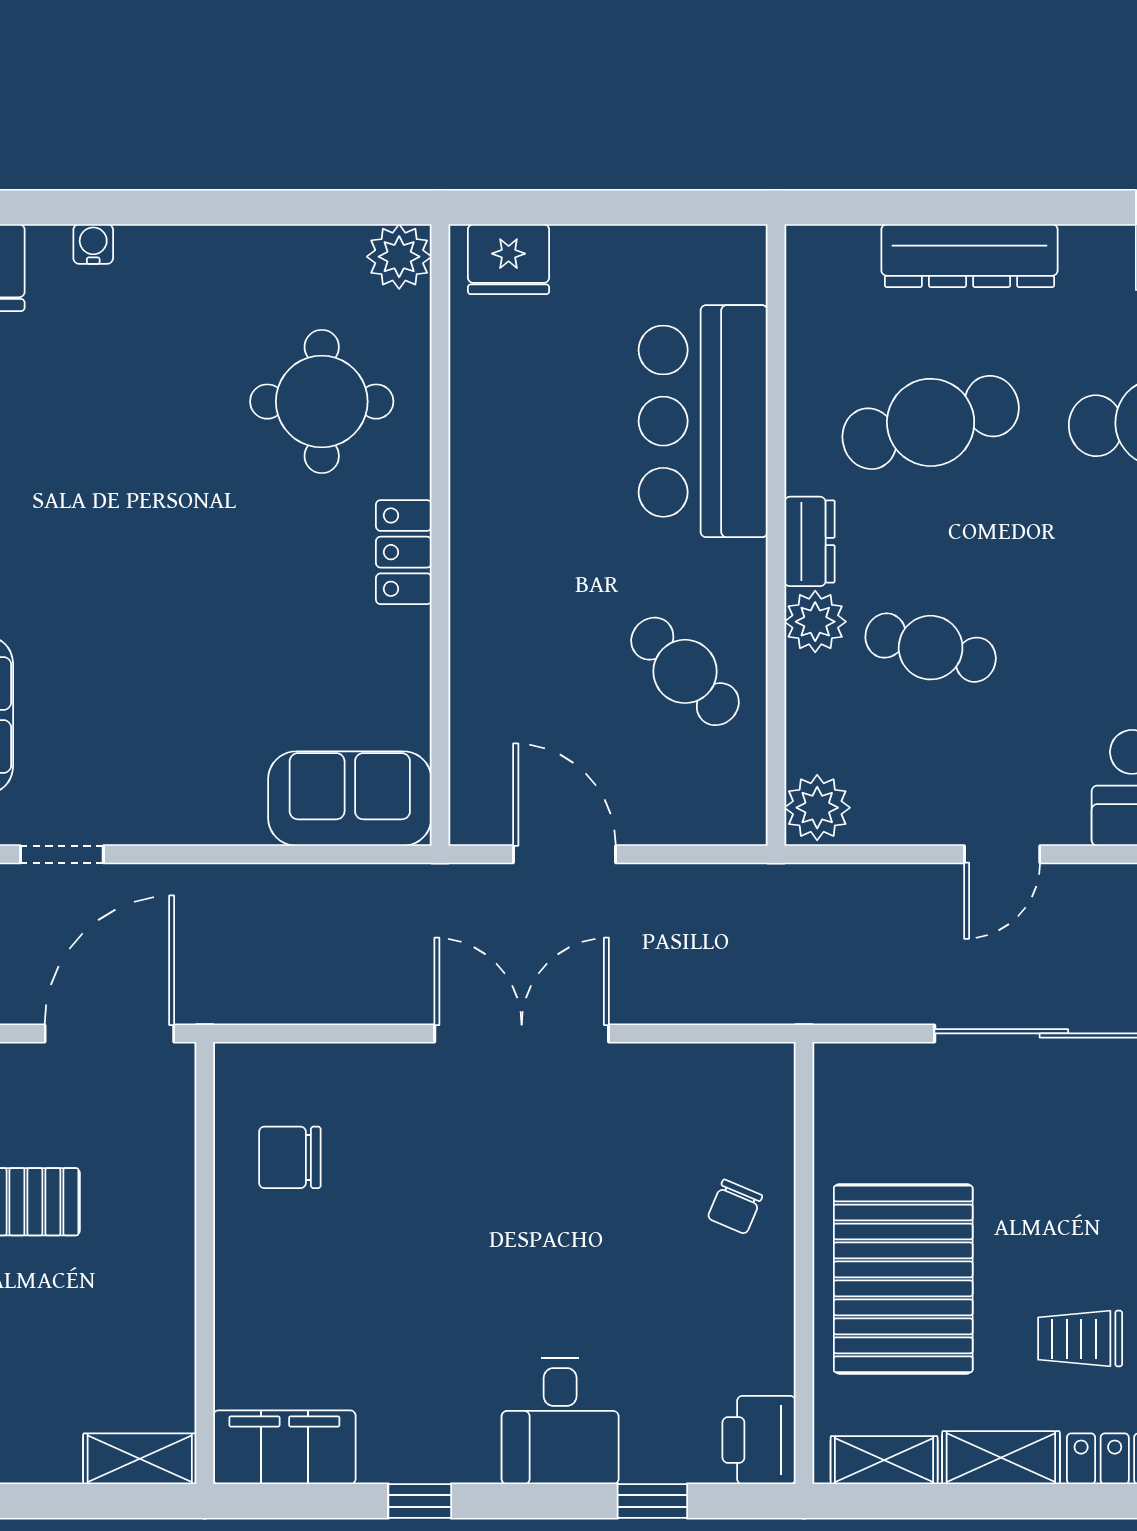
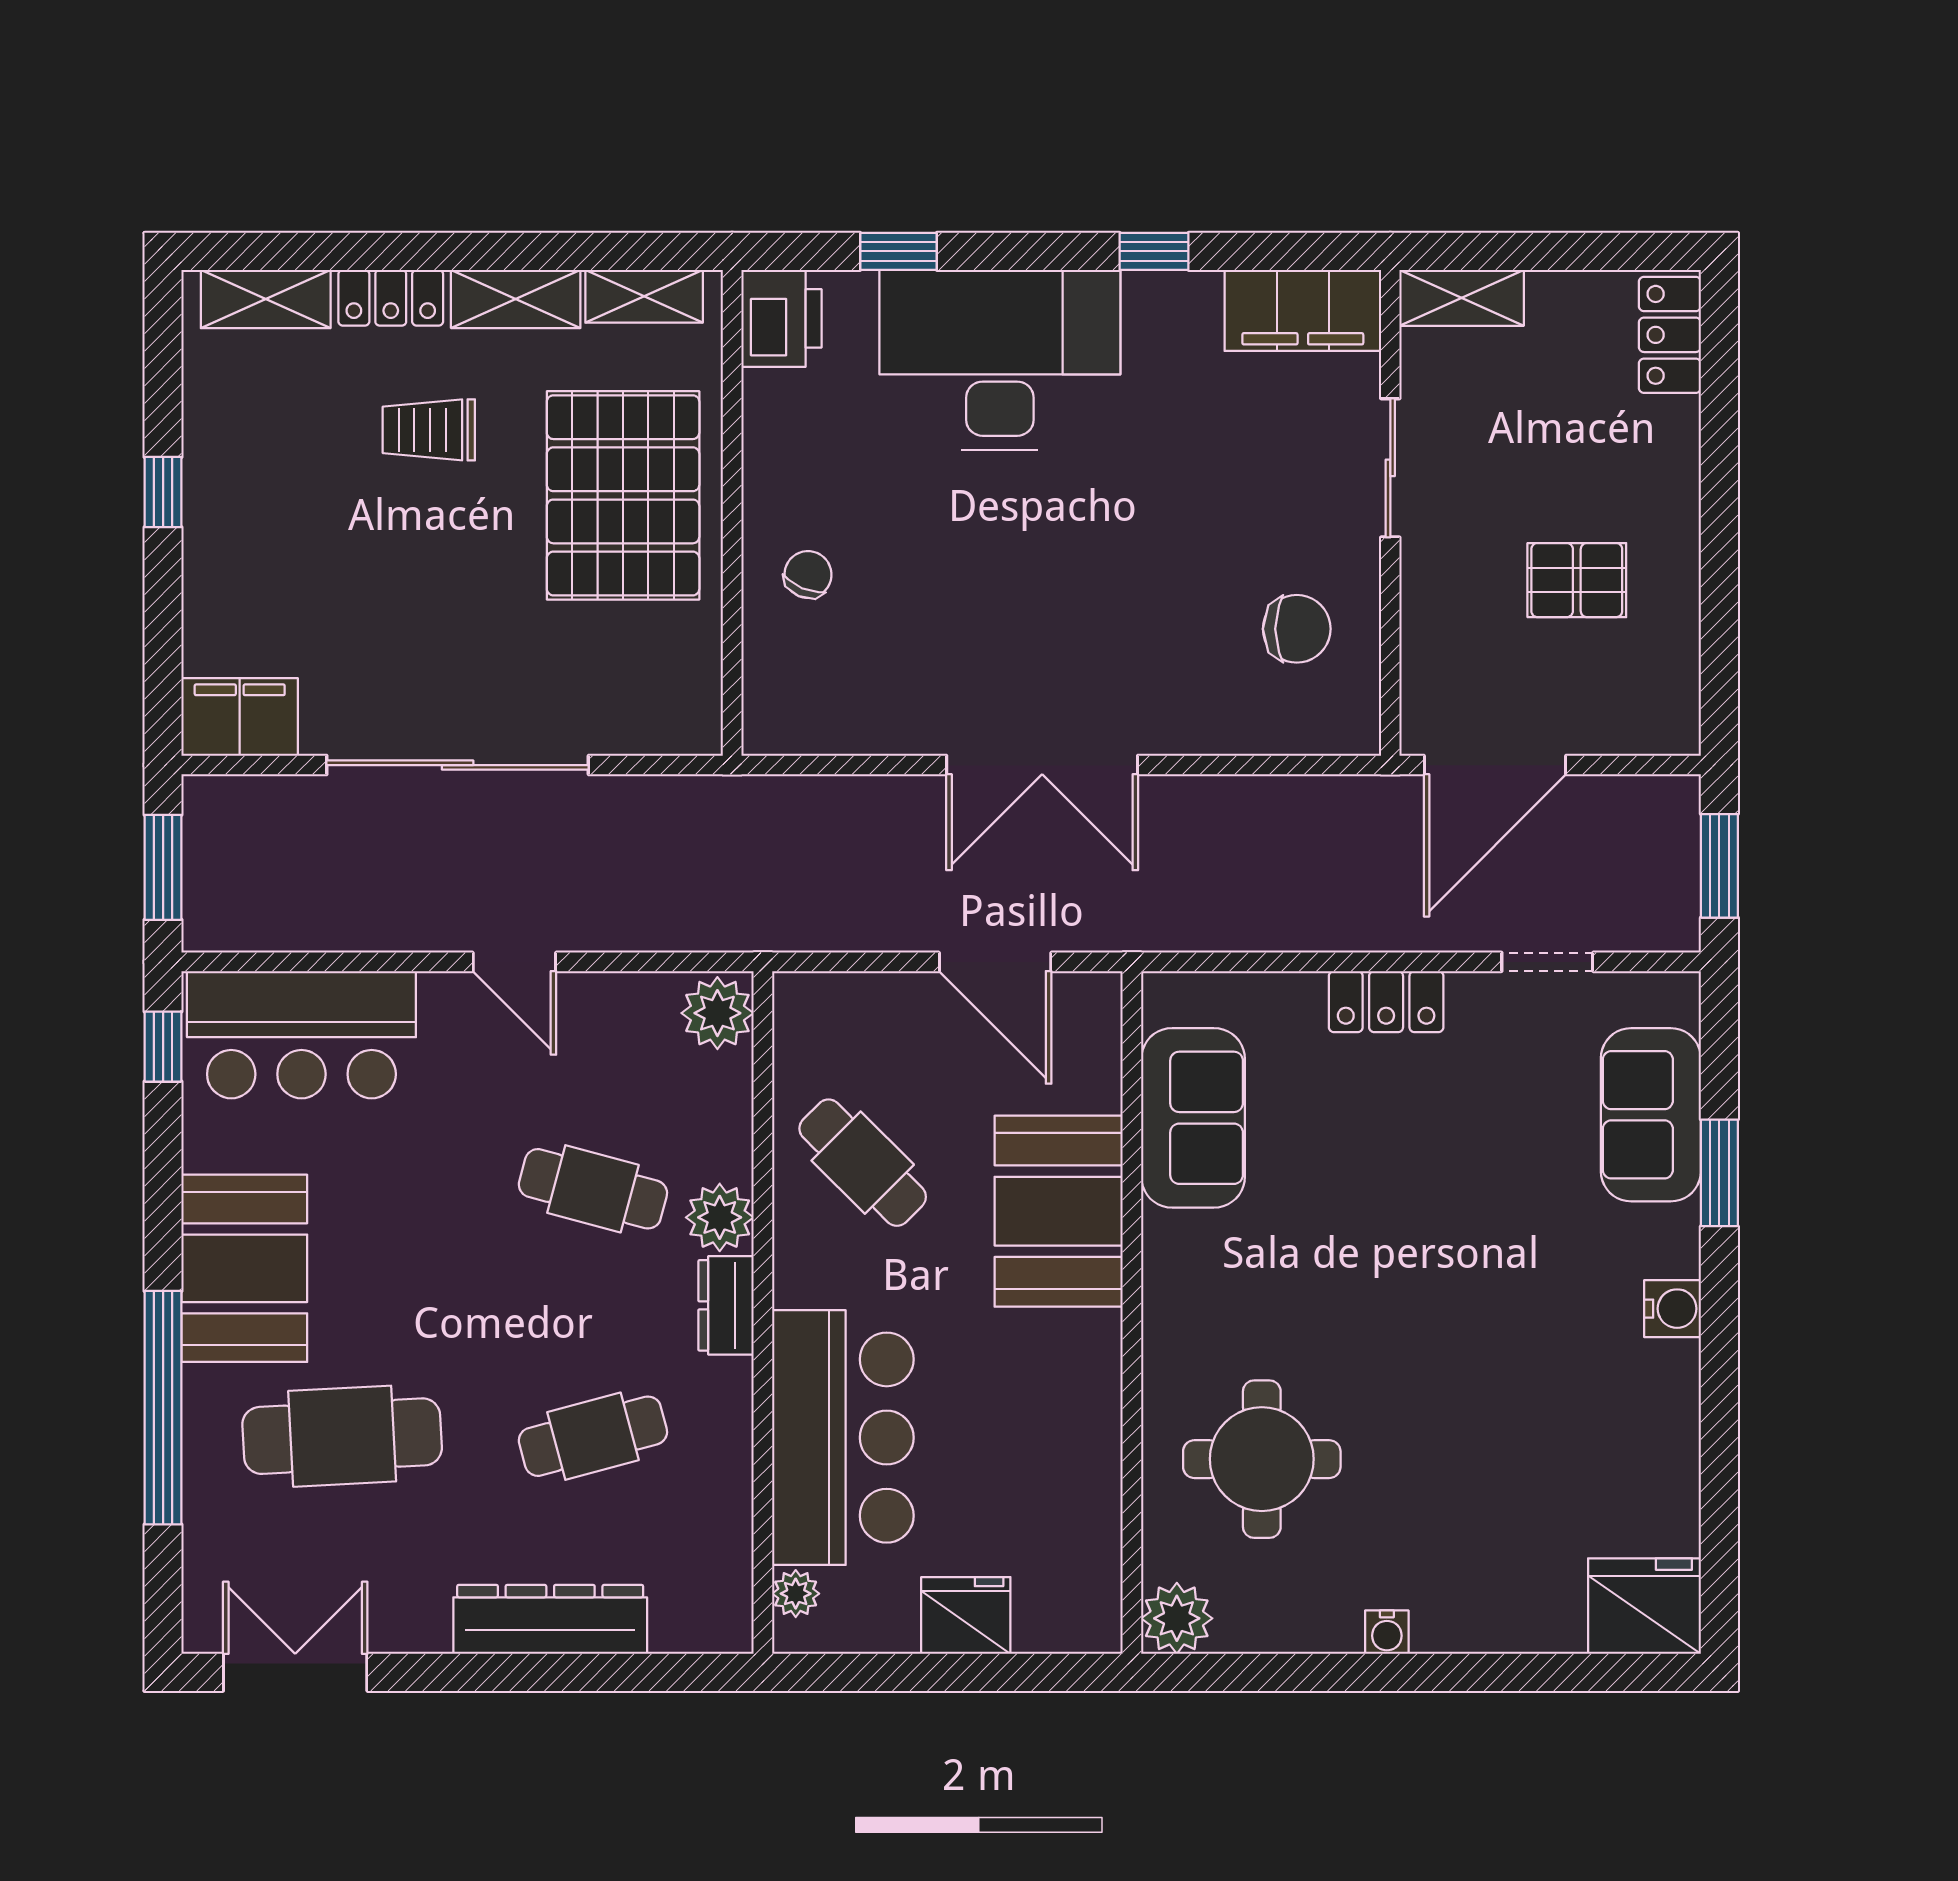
water cooler: (93, 244) -> (1387, 1632), moved
fridge: (509, 259) -> (966, 1615), moved
plant: (746, 279) -> (796, 1594), added
cafe table: (931, 422) -> (593, 1436), width x0.73, depth x0.74
locker: (404, 552) -> (1386, 1002), moved, turned 90
booth: (507, 627) -> (1059, 1211), added
sofa: (350, 799) -> (1193, 1118), moved, turned -90
door: (1002, 854) -> (514, 962), swing flipped
sliding door: (205, 1304) -> (1390, 468), added
trolley: (1080, 1339) -> (429, 430), turned 180
desk: (560, 1421) -> (1000, 360), width x1.87, depth x1.30

